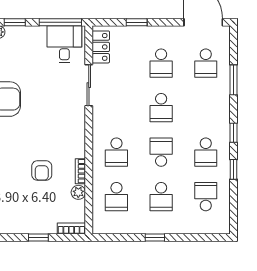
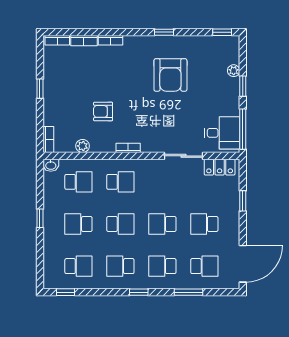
school desk: (206, 63) -> (204, 266), turned 180
school desk: (206, 108) -> (162, 266), added
school desk: (116, 152) -> (120, 182), turned 180
window: (233, 169) -> (65, 292), moved
bookcase: (80, 171) -> (128, 148), moved
school desk: (116, 197) -> (78, 182), turned 180
washbasin: (99, 226) -> (51, 165), added
window: (38, 237) -> (40, 89), moved

